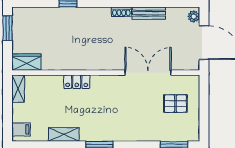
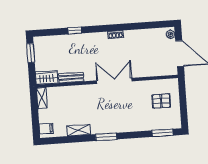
bench: (149, 13) -> (71, 77), moved
double door: (148, 73) -> (114, 81), moved
locker: (77, 82) -> (86, 90), removed

